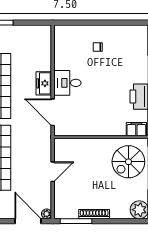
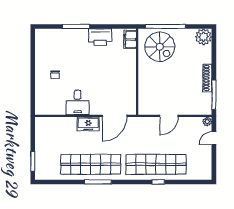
desk: (67, 83) -> (78, 102), moved
door: (53, 172) -> (169, 116), swing flipped
door: (28, 221) -> (214, 138), width x0.53

